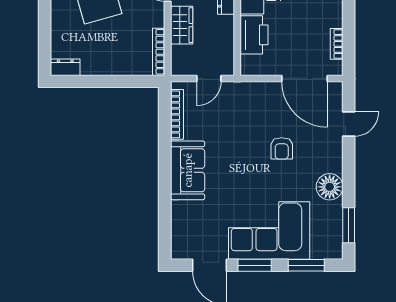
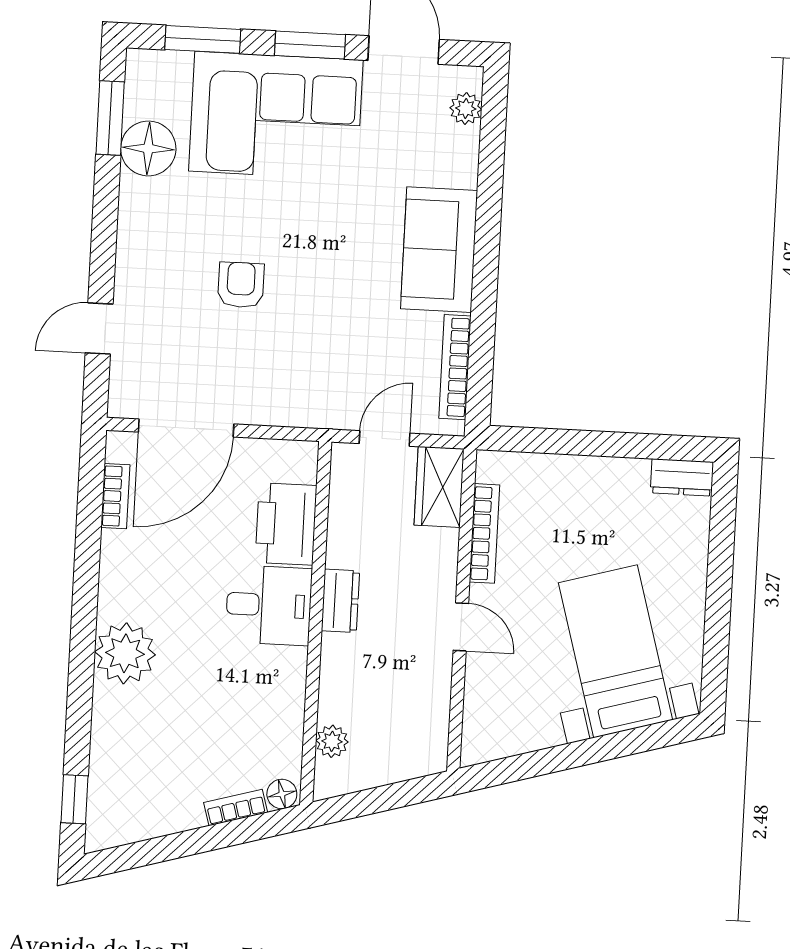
wardrobe: (182, 25) -> (439, 487), moved
bookcase: (159, 52) -> (484, 533), moved
door: (304, 78) -> (186, 428), swing flipped
floor lamp: (330, 187) -> (148, 148), moved
plant: (178, 239) -> (466, 108), added

